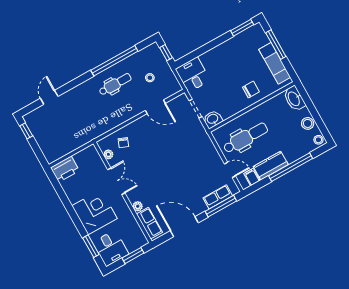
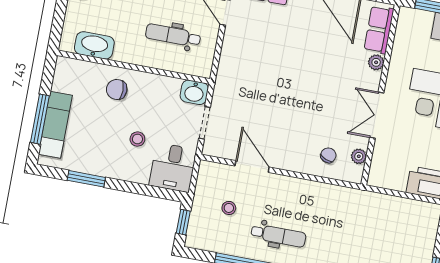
window: (242, 28) -> (86, 179), moved
exam couch: (275, 63) -> (55, 125), moved
stool: (221, 74) -> (137, 139), added
dental chair: (115, 84) -> (278, 236), turned 180
washbasin: (294, 99) -> (94, 45), moved, turned -90
dental chair: (246, 138) -> (173, 35), width x0.73, depth x0.72

